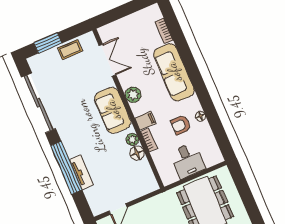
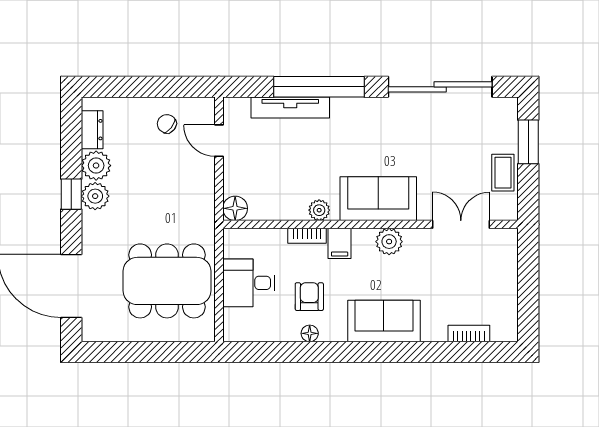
double door: (107, 60) -> (461, 224), swing flipped
sofa: (174, 72) -> (384, 321), width x0.73
floor lamp: (137, 153) -> (235, 208), moved
tv unit: (81, 172) -> (290, 108), width x1.41

